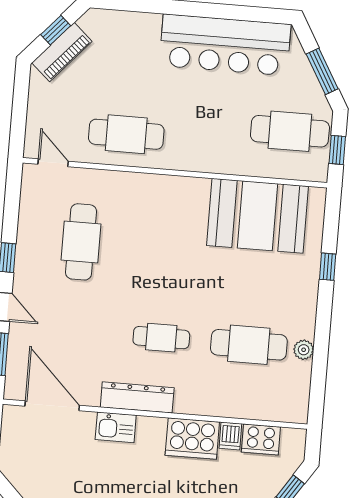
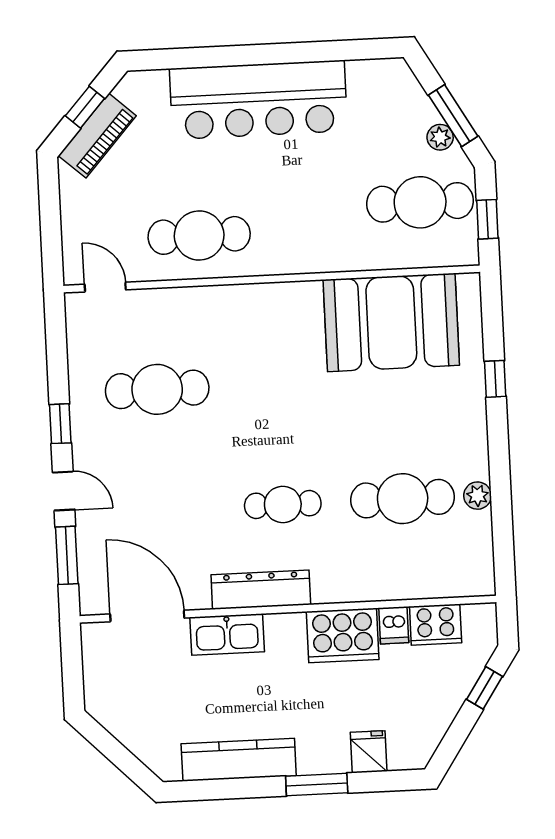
bar counter: (225, 45) -> (258, 100), moved
plant: (311, 86) -> (440, 137), added
cafe table: (81, 242) -> (157, 389), turned 90
kitchen sink: (116, 427) -> (227, 634), width x1.38

